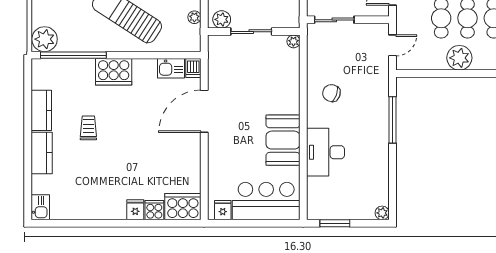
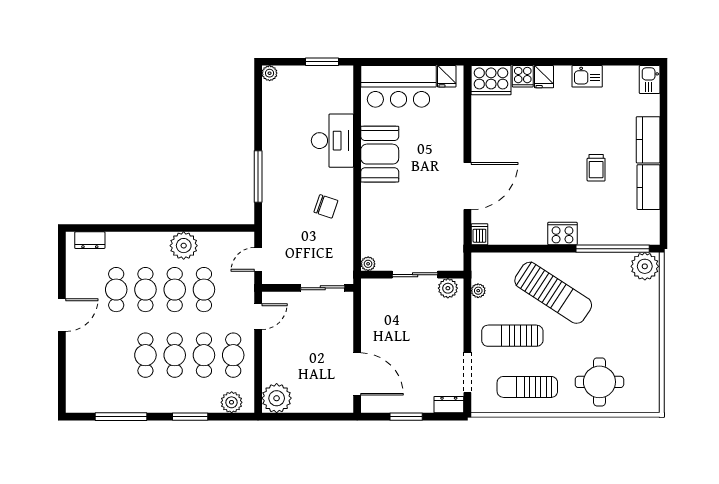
kitchen sink: (171, 68) -> (587, 76), moved, turned 180
cooker: (114, 72) -> (563, 234), width x0.73, depth x0.76

